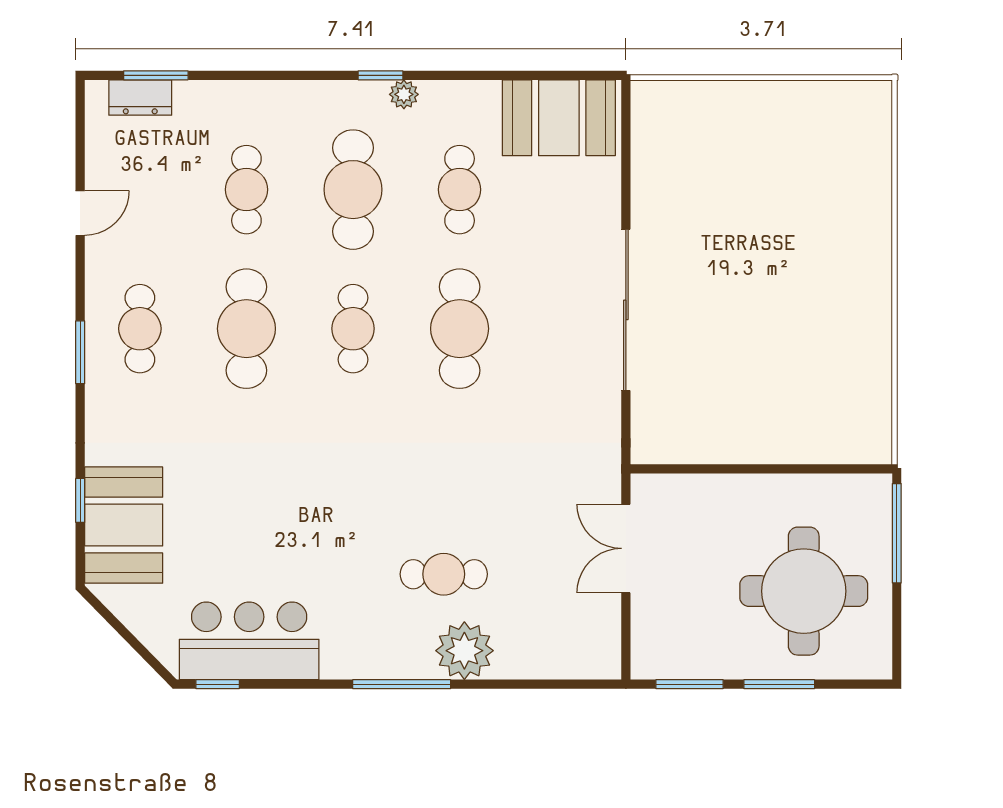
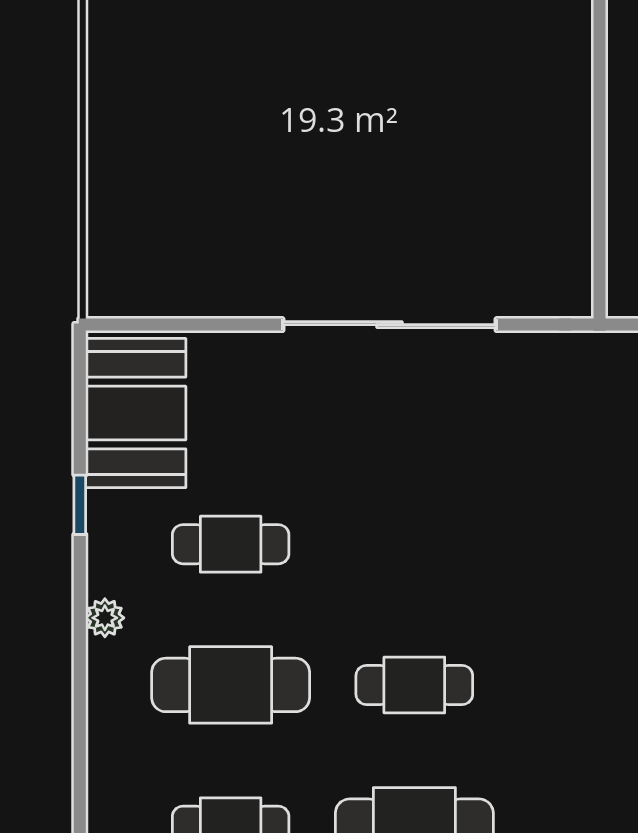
window: (380, 75) -> (80, 505), moved
cafe table: (460, 329) -> (414, 544), removed

